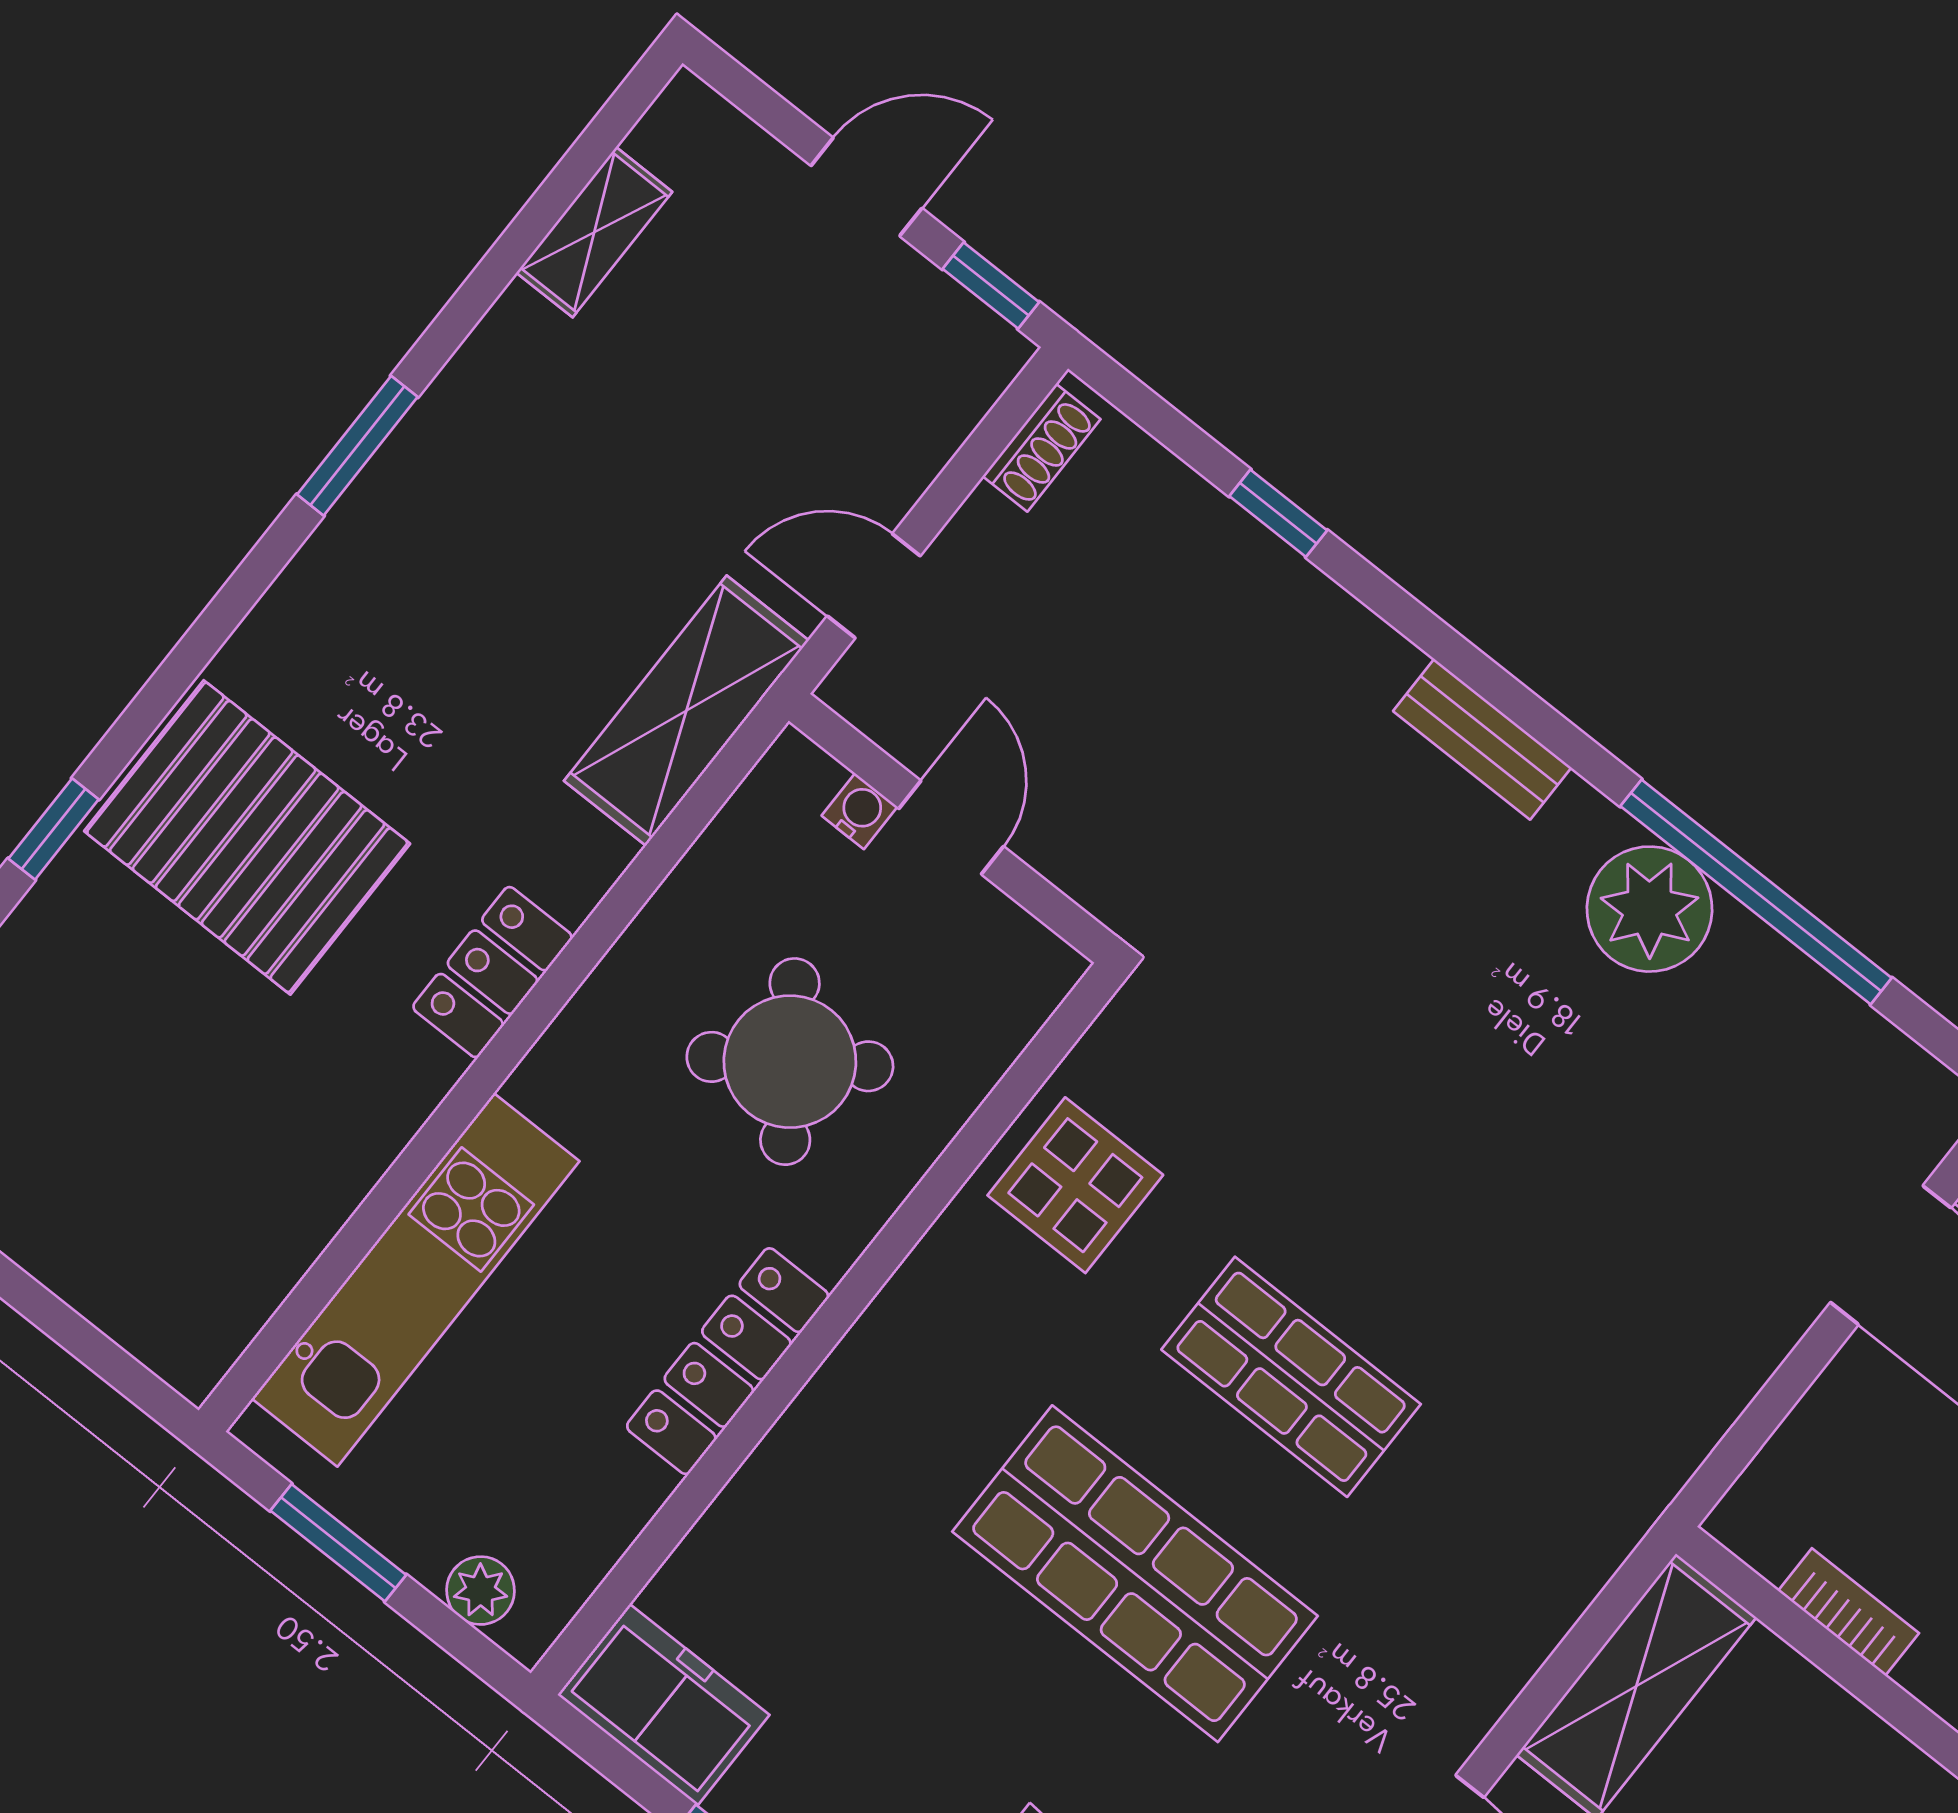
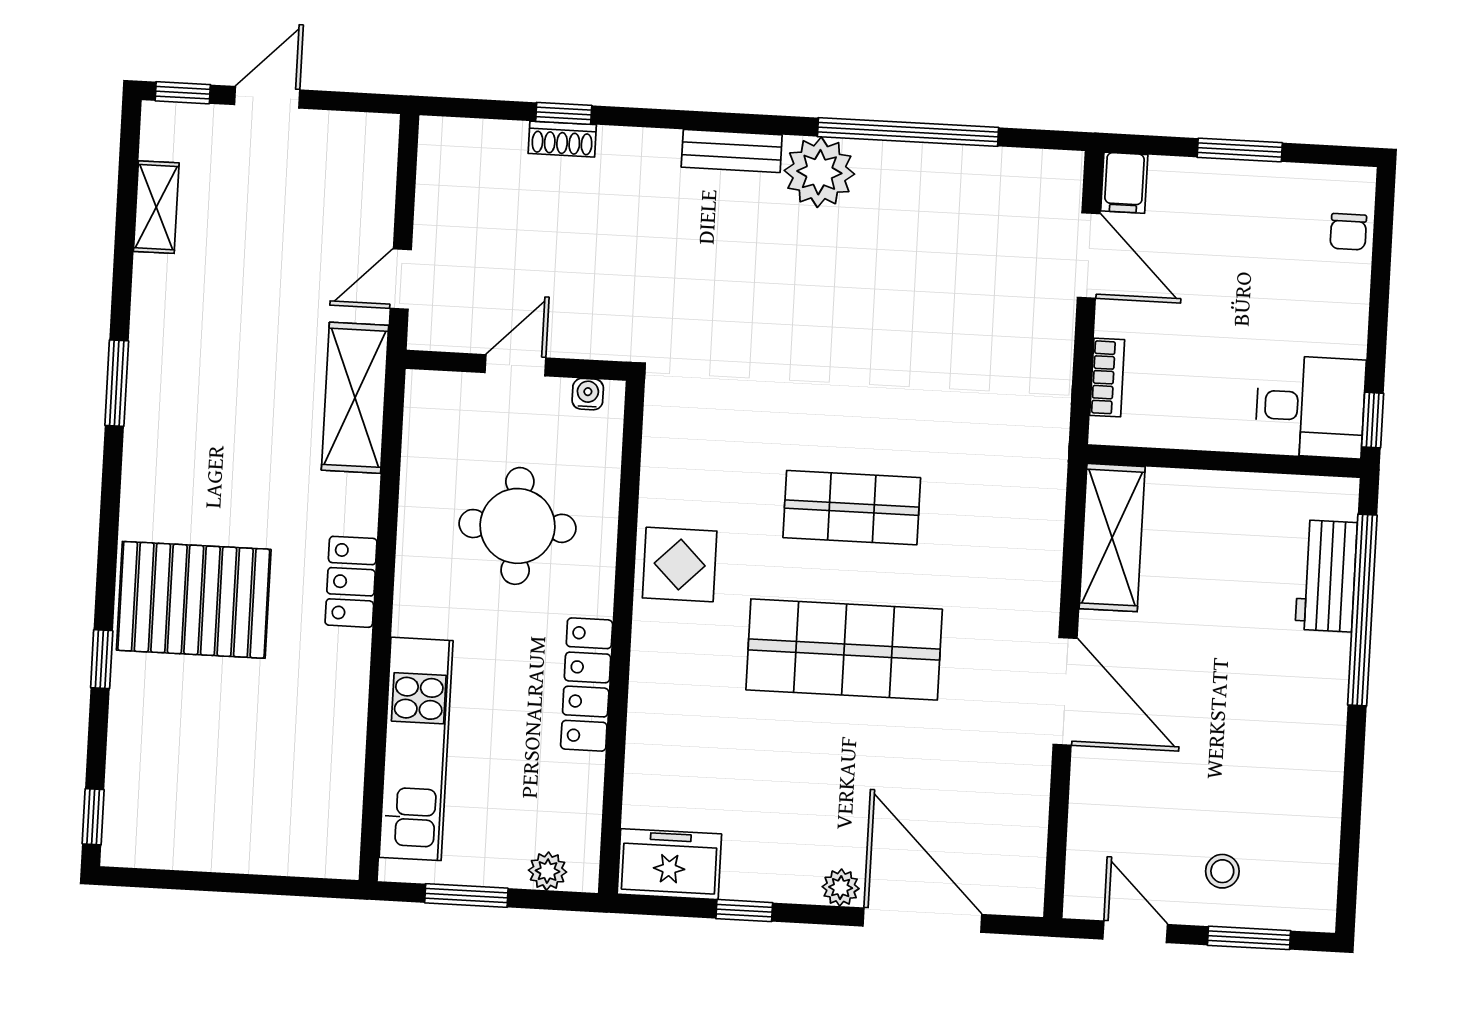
window: (991, 286) -> (183, 93), moved
shoe rack: (1042, 448) -> (562, 139), moved, turned 90
water cooler: (860, 811) -> (588, 394), moved
door: (951, 828) -> (515, 365), hinge flipped
plant: (1649, 909) -> (819, 172), moved
round table: (790, 1062) -> (517, 526), turned 35
display table: (1075, 1185) -> (680, 565), moved
bookcase: (1848, 1612) -> (1107, 377), moved, turned 90

